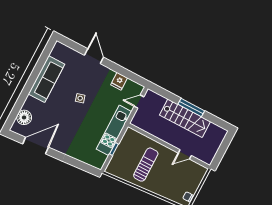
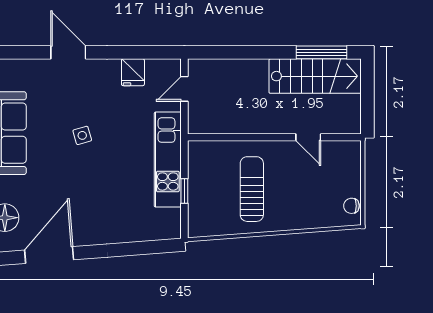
window: (191, 108) -> (321, 52), moved
stairs: (185, 118) -> (315, 76), moved
door: (185, 154) -> (308, 137), hinge flipped

